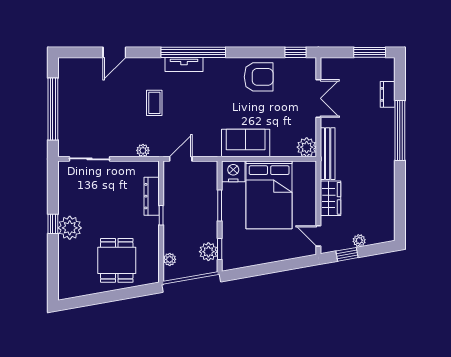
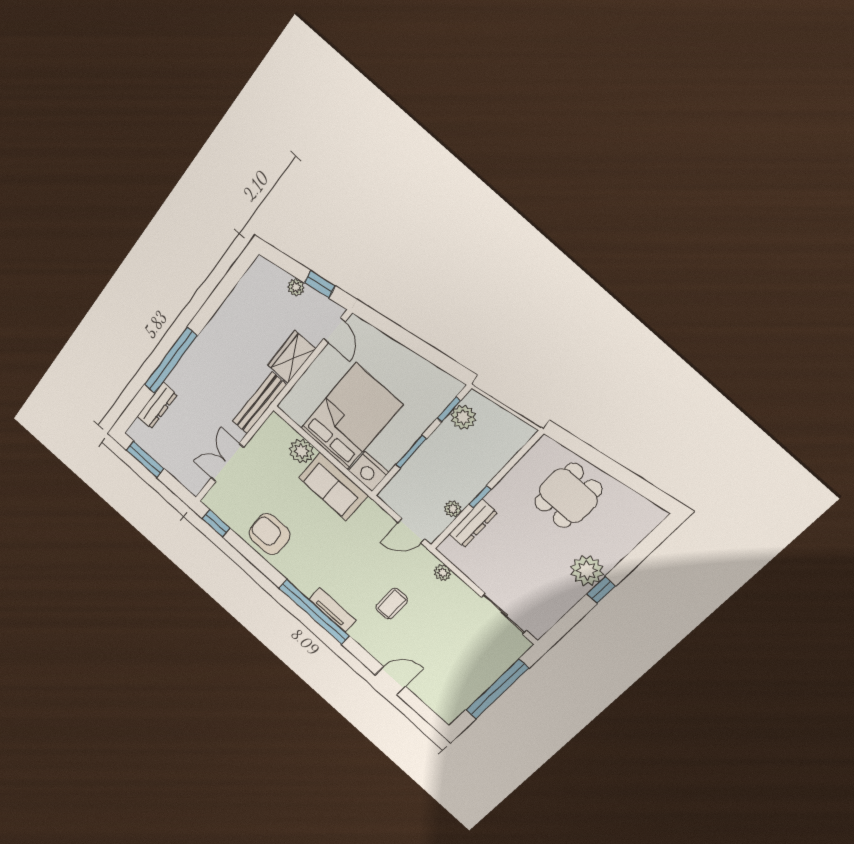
dresser: (388, 94) -> (157, 406), width x1.44
plant: (307, 147) -> (301, 451), moved
plant: (170, 259) -> (453, 509), moved

